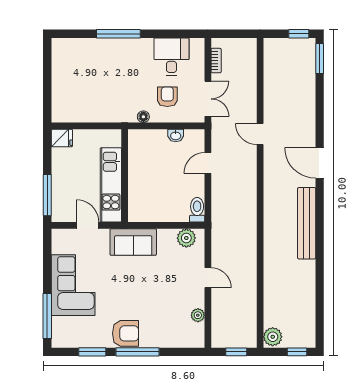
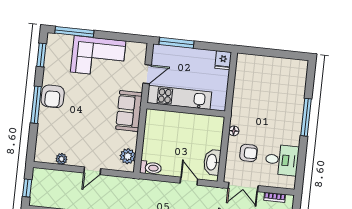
washbasin: (176, 136) -> (212, 162), width x1.91, depth x1.45
window: (92, 352) -> (41, 55), moved

